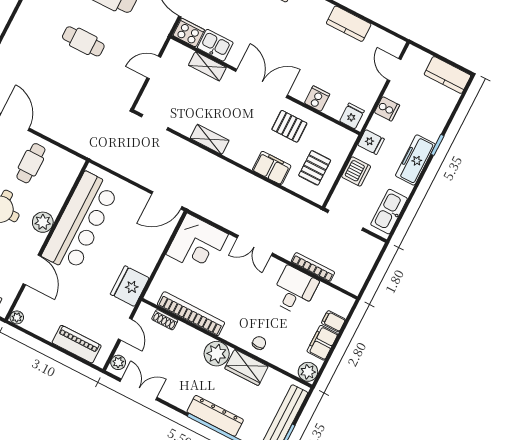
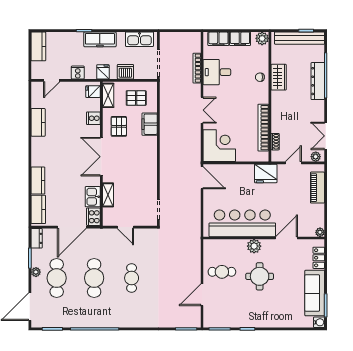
shelving: (210, 139) -> (108, 95), moved
filing cabinet: (333, 321) -> (218, 39), width x2.00
plant: (217, 354) -> (280, 100), removed

